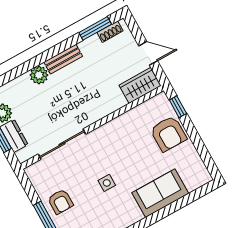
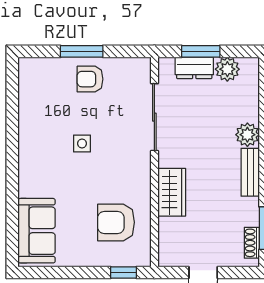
wardrobe: (140, 85) -> (172, 192), moved
armchair: (168, 134) -> (116, 222), moved
sofa: (160, 193) -> (37, 231), moved

